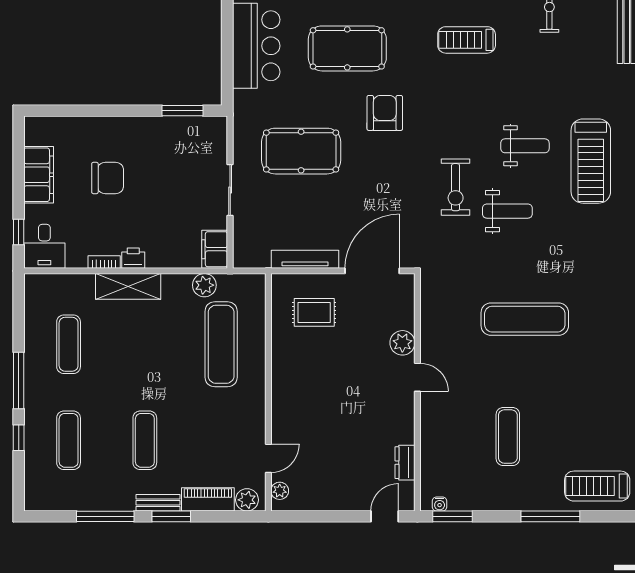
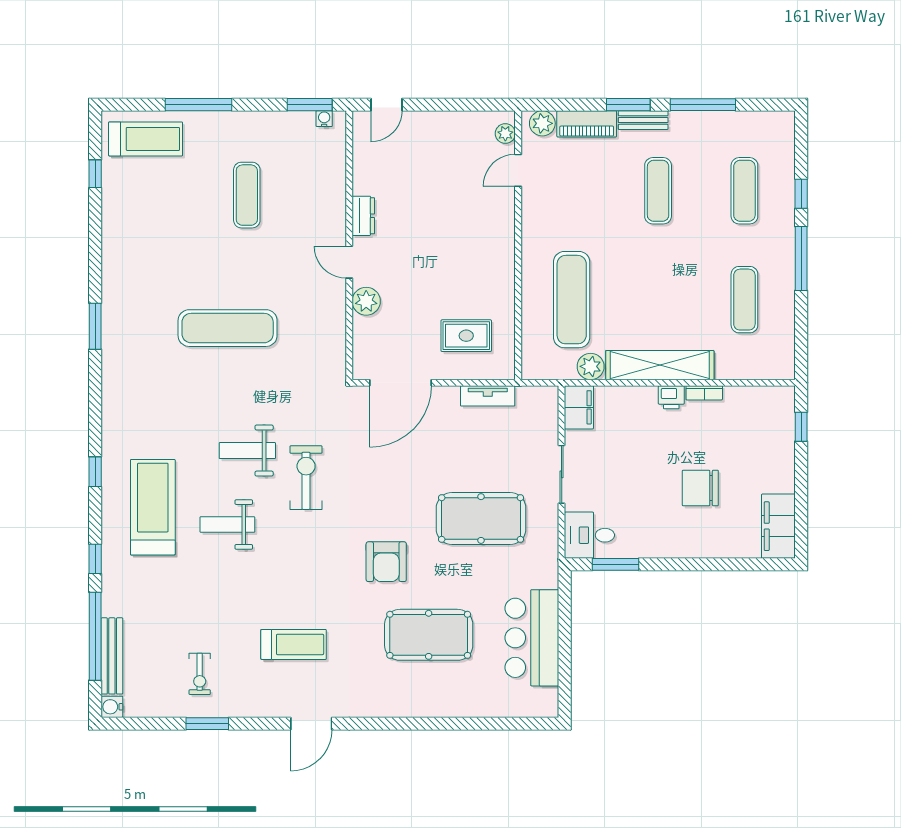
filing cabinet: (39, 175) -> (778, 526), moved
desk: (44, 246) -> (589, 535), moved, turned -90
tv unit: (305, 259) -> (488, 396), width x0.71
shelving: (128, 286) -> (660, 365), width x1.47
dresser: (405, 463) -> (363, 216), moved

